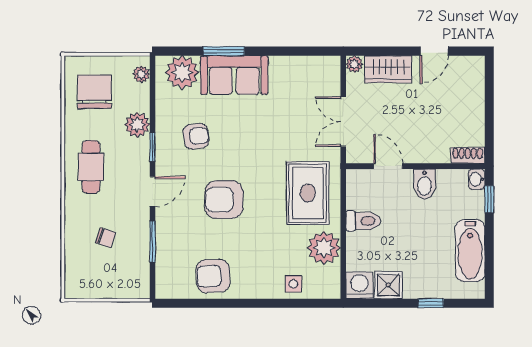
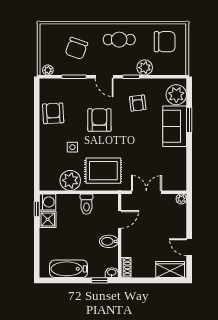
wardrobe: (388, 69) -> (170, 270), moved, turned 90
plant: (141, 74) -> (48, 70), moved
chair: (105, 238) -> (76, 48), width x1.87, depth x1.87
side table: (293, 284) -> (72, 147), moved
window: (431, 303) -> (37, 209), moved

